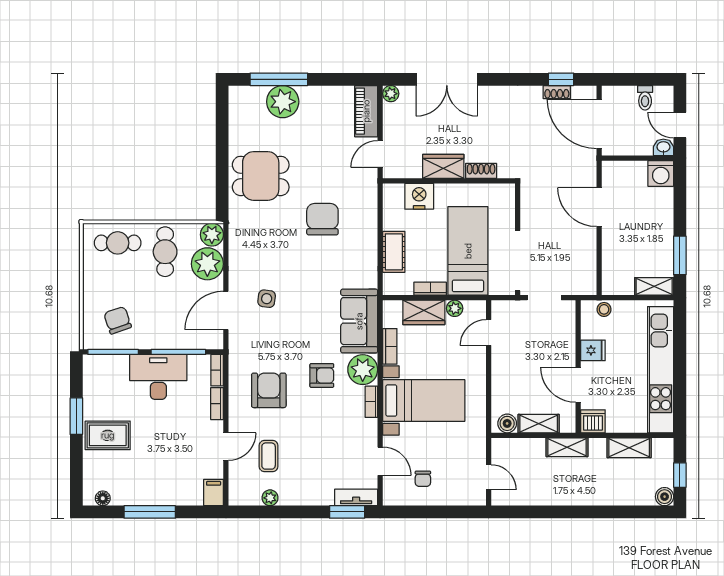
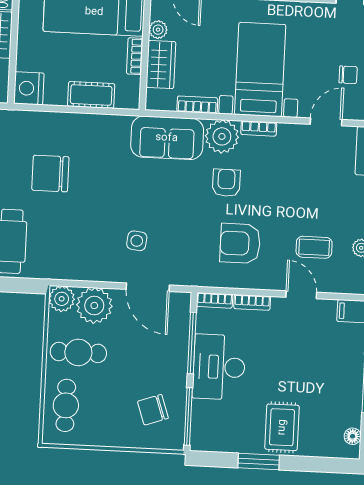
nightstand: (419, 196) -> (29, 88), moved

